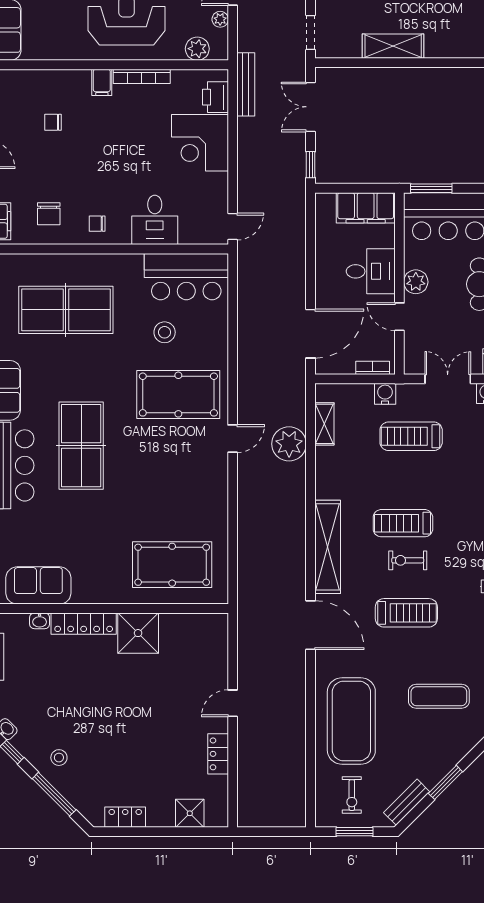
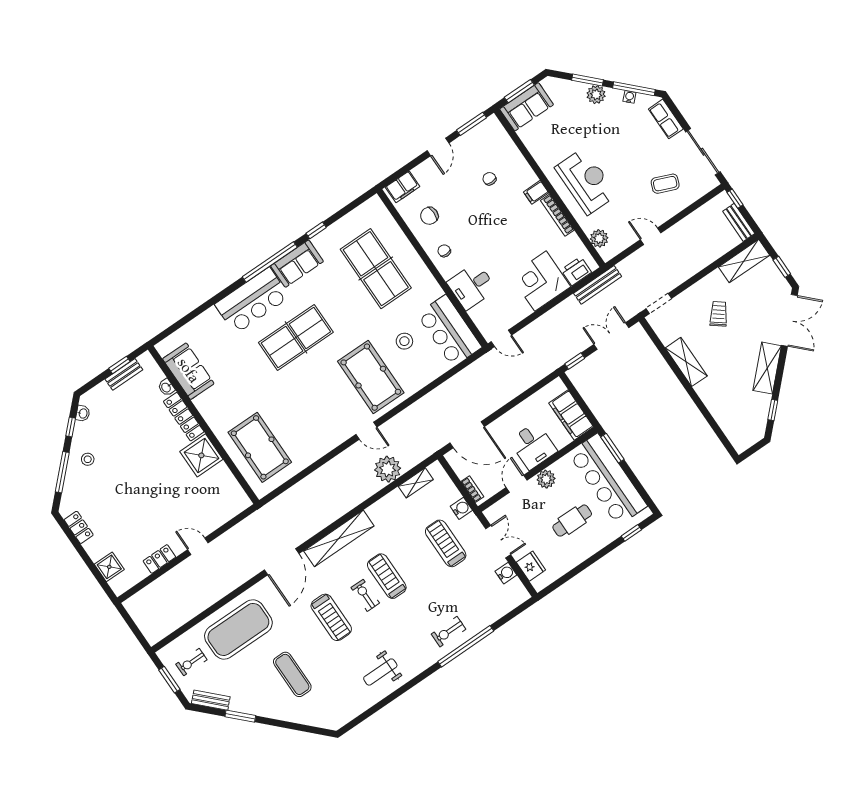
plant: (220, 19) -> (628, 240), removed

